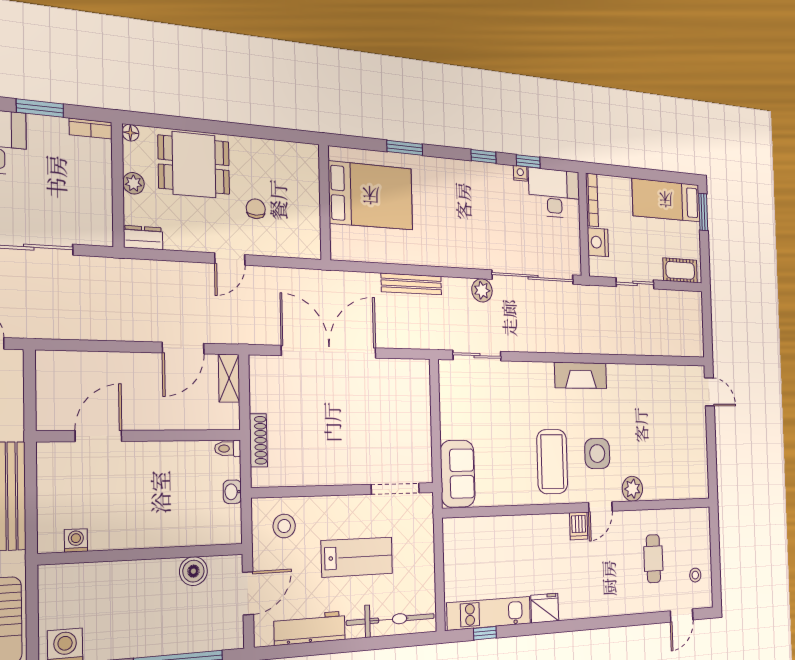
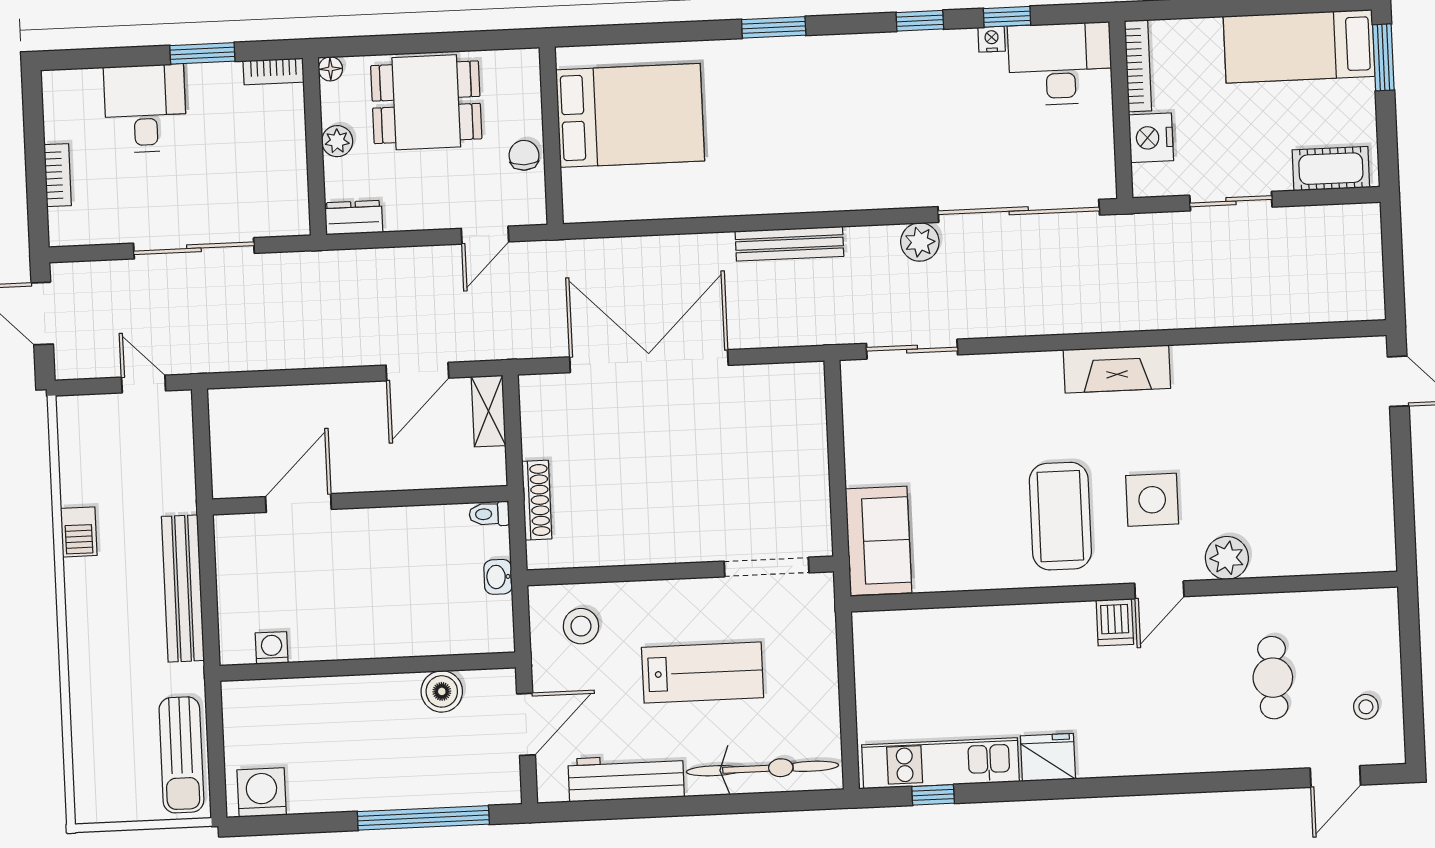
bed: (371, 196) -> (630, 115), moved
wall: (325, 202) -> (551, 136), moved

